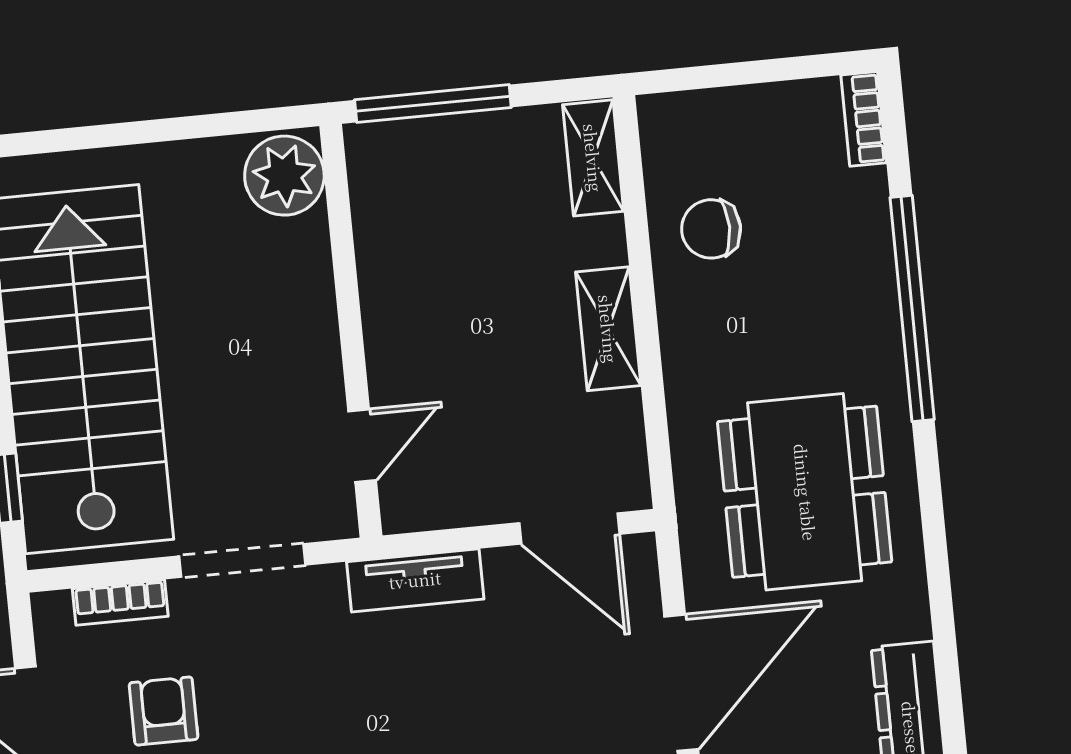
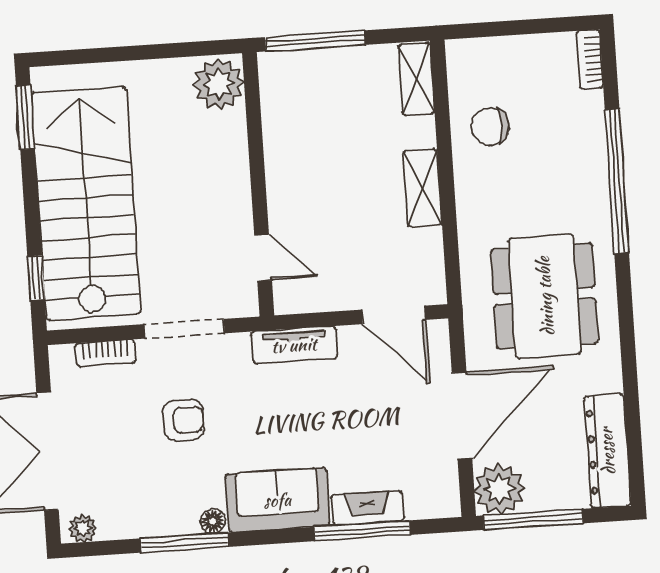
door: (362, 446) -> (263, 258), hinge flipped
armchair: (164, 711) -> (183, 420), moved, turned 90

